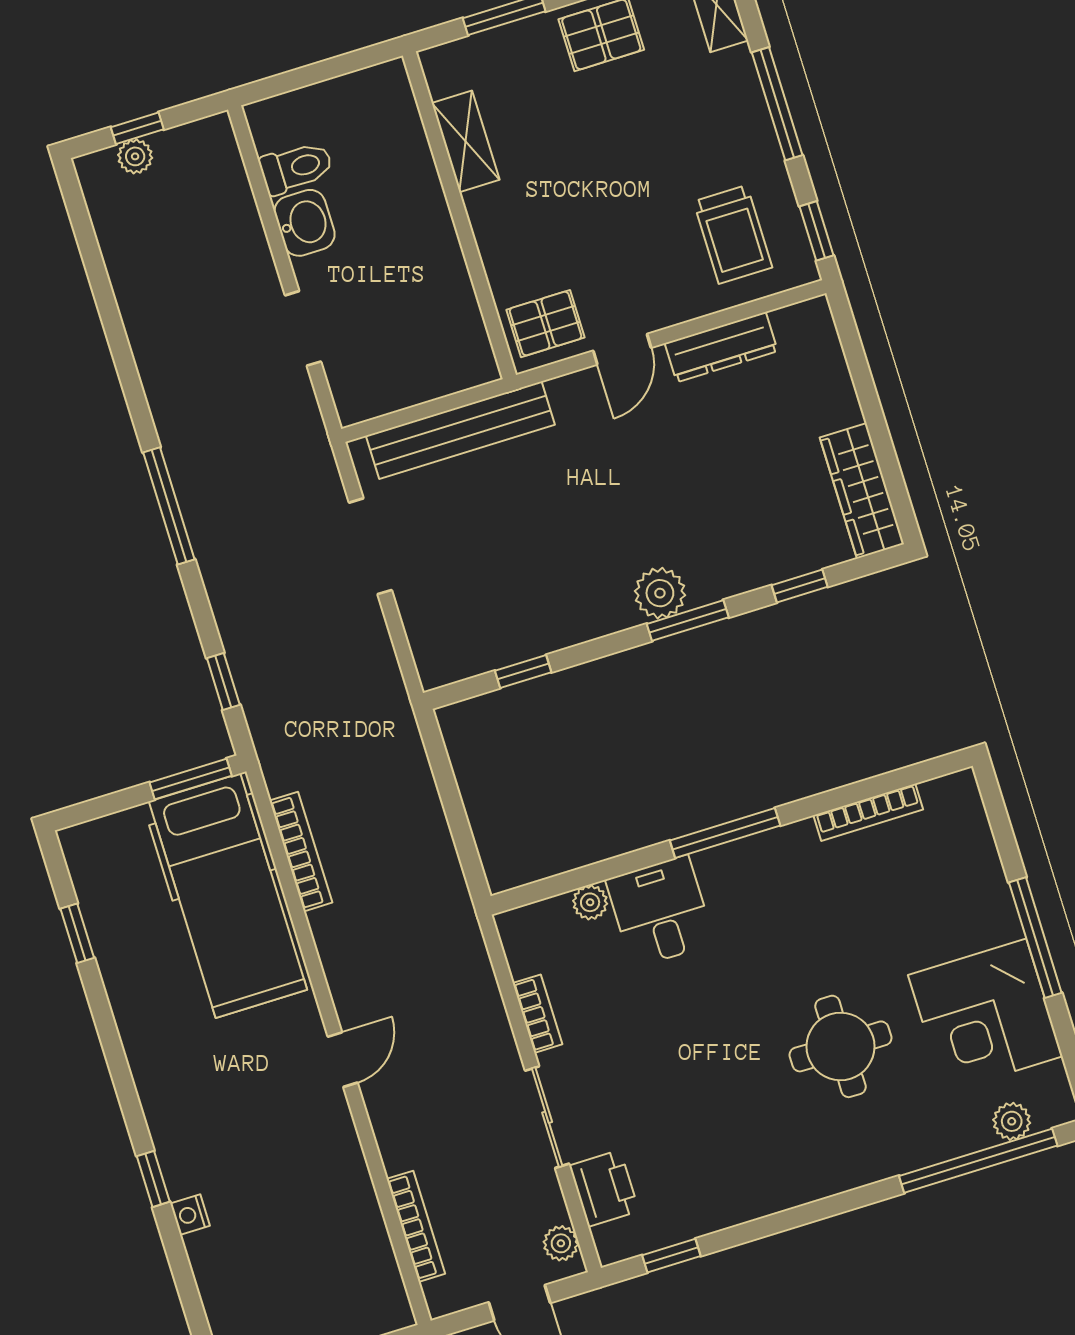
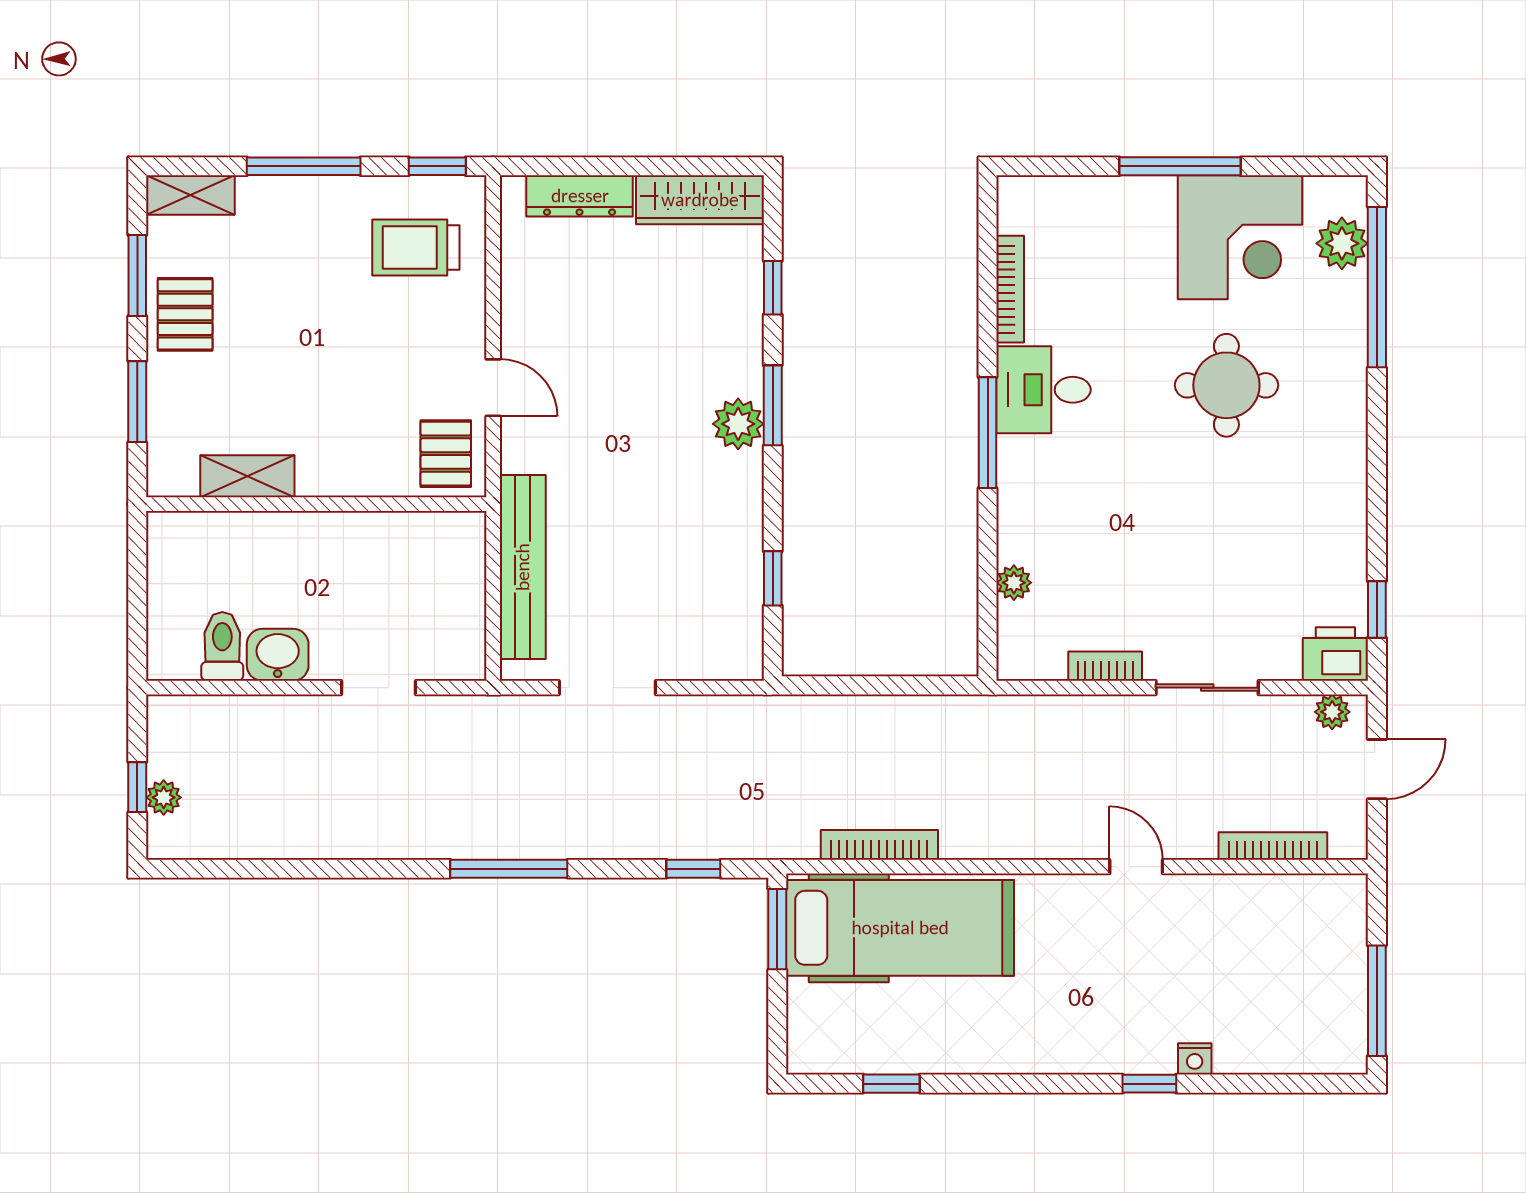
trolley: (733, 234) -> (416, 247), turned 180
dresser: (721, 347) -> (580, 196), moved, turned 90
desk: (660, 911) -> (1044, 390), moved
door: (343, 1060) -> (1136, 867), moved
plant: (1012, 1121) -> (1342, 243), width x1.38, depth x1.38
printer: (604, 1188) -> (1335, 654), moved

